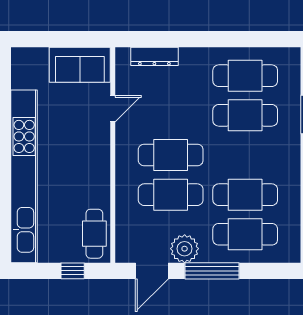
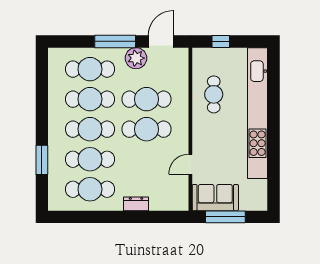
window: (67, 39) -> (225, 217), added
dresser: (154, 56) -> (136, 204), moved, width x0.70
cafe table: (245, 155) -> (90, 129), added
cafe table: (94, 234) -> (214, 94), moved

